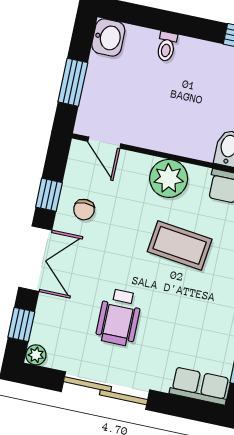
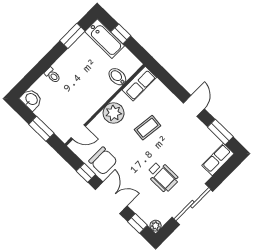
chair: (84, 210) -> (103, 161), width x1.87, depth x1.87
coffee table: (180, 245) -> (148, 128), width x0.73, depth x0.77

